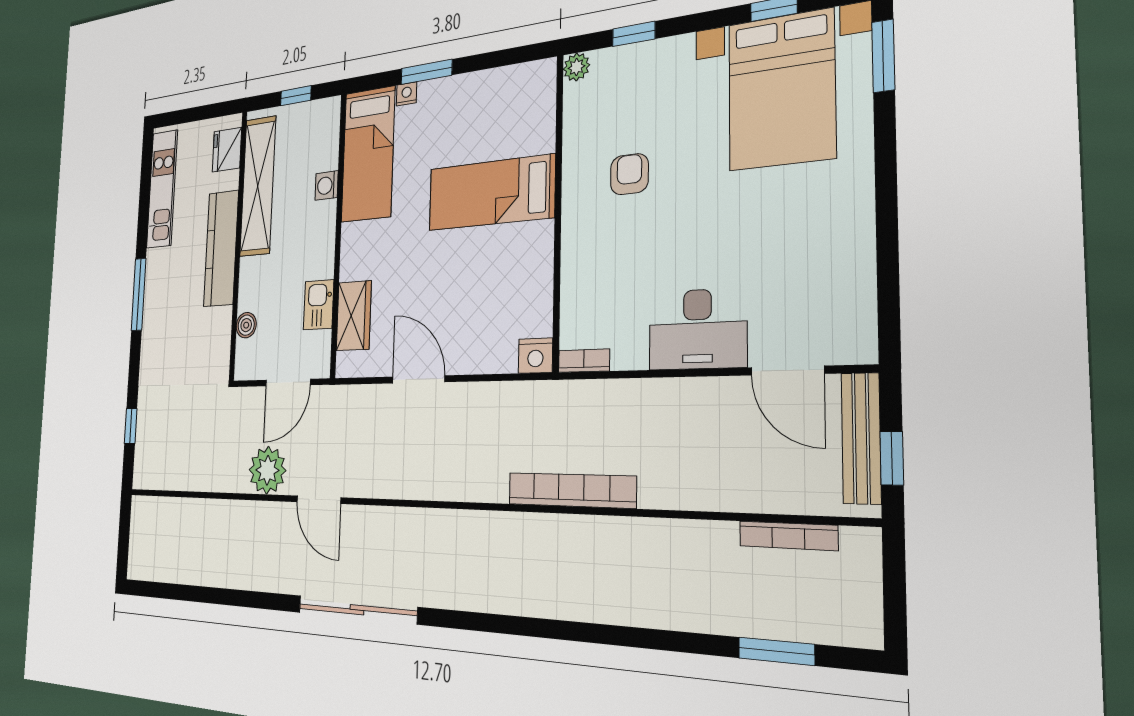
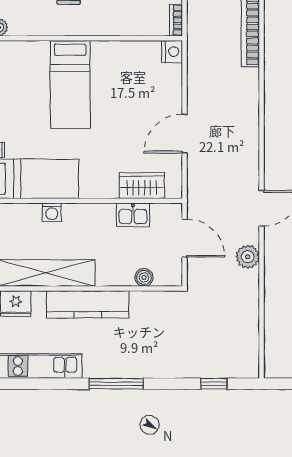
plant: (267, 470) -> (248, 257), width x0.73, depth x0.73

